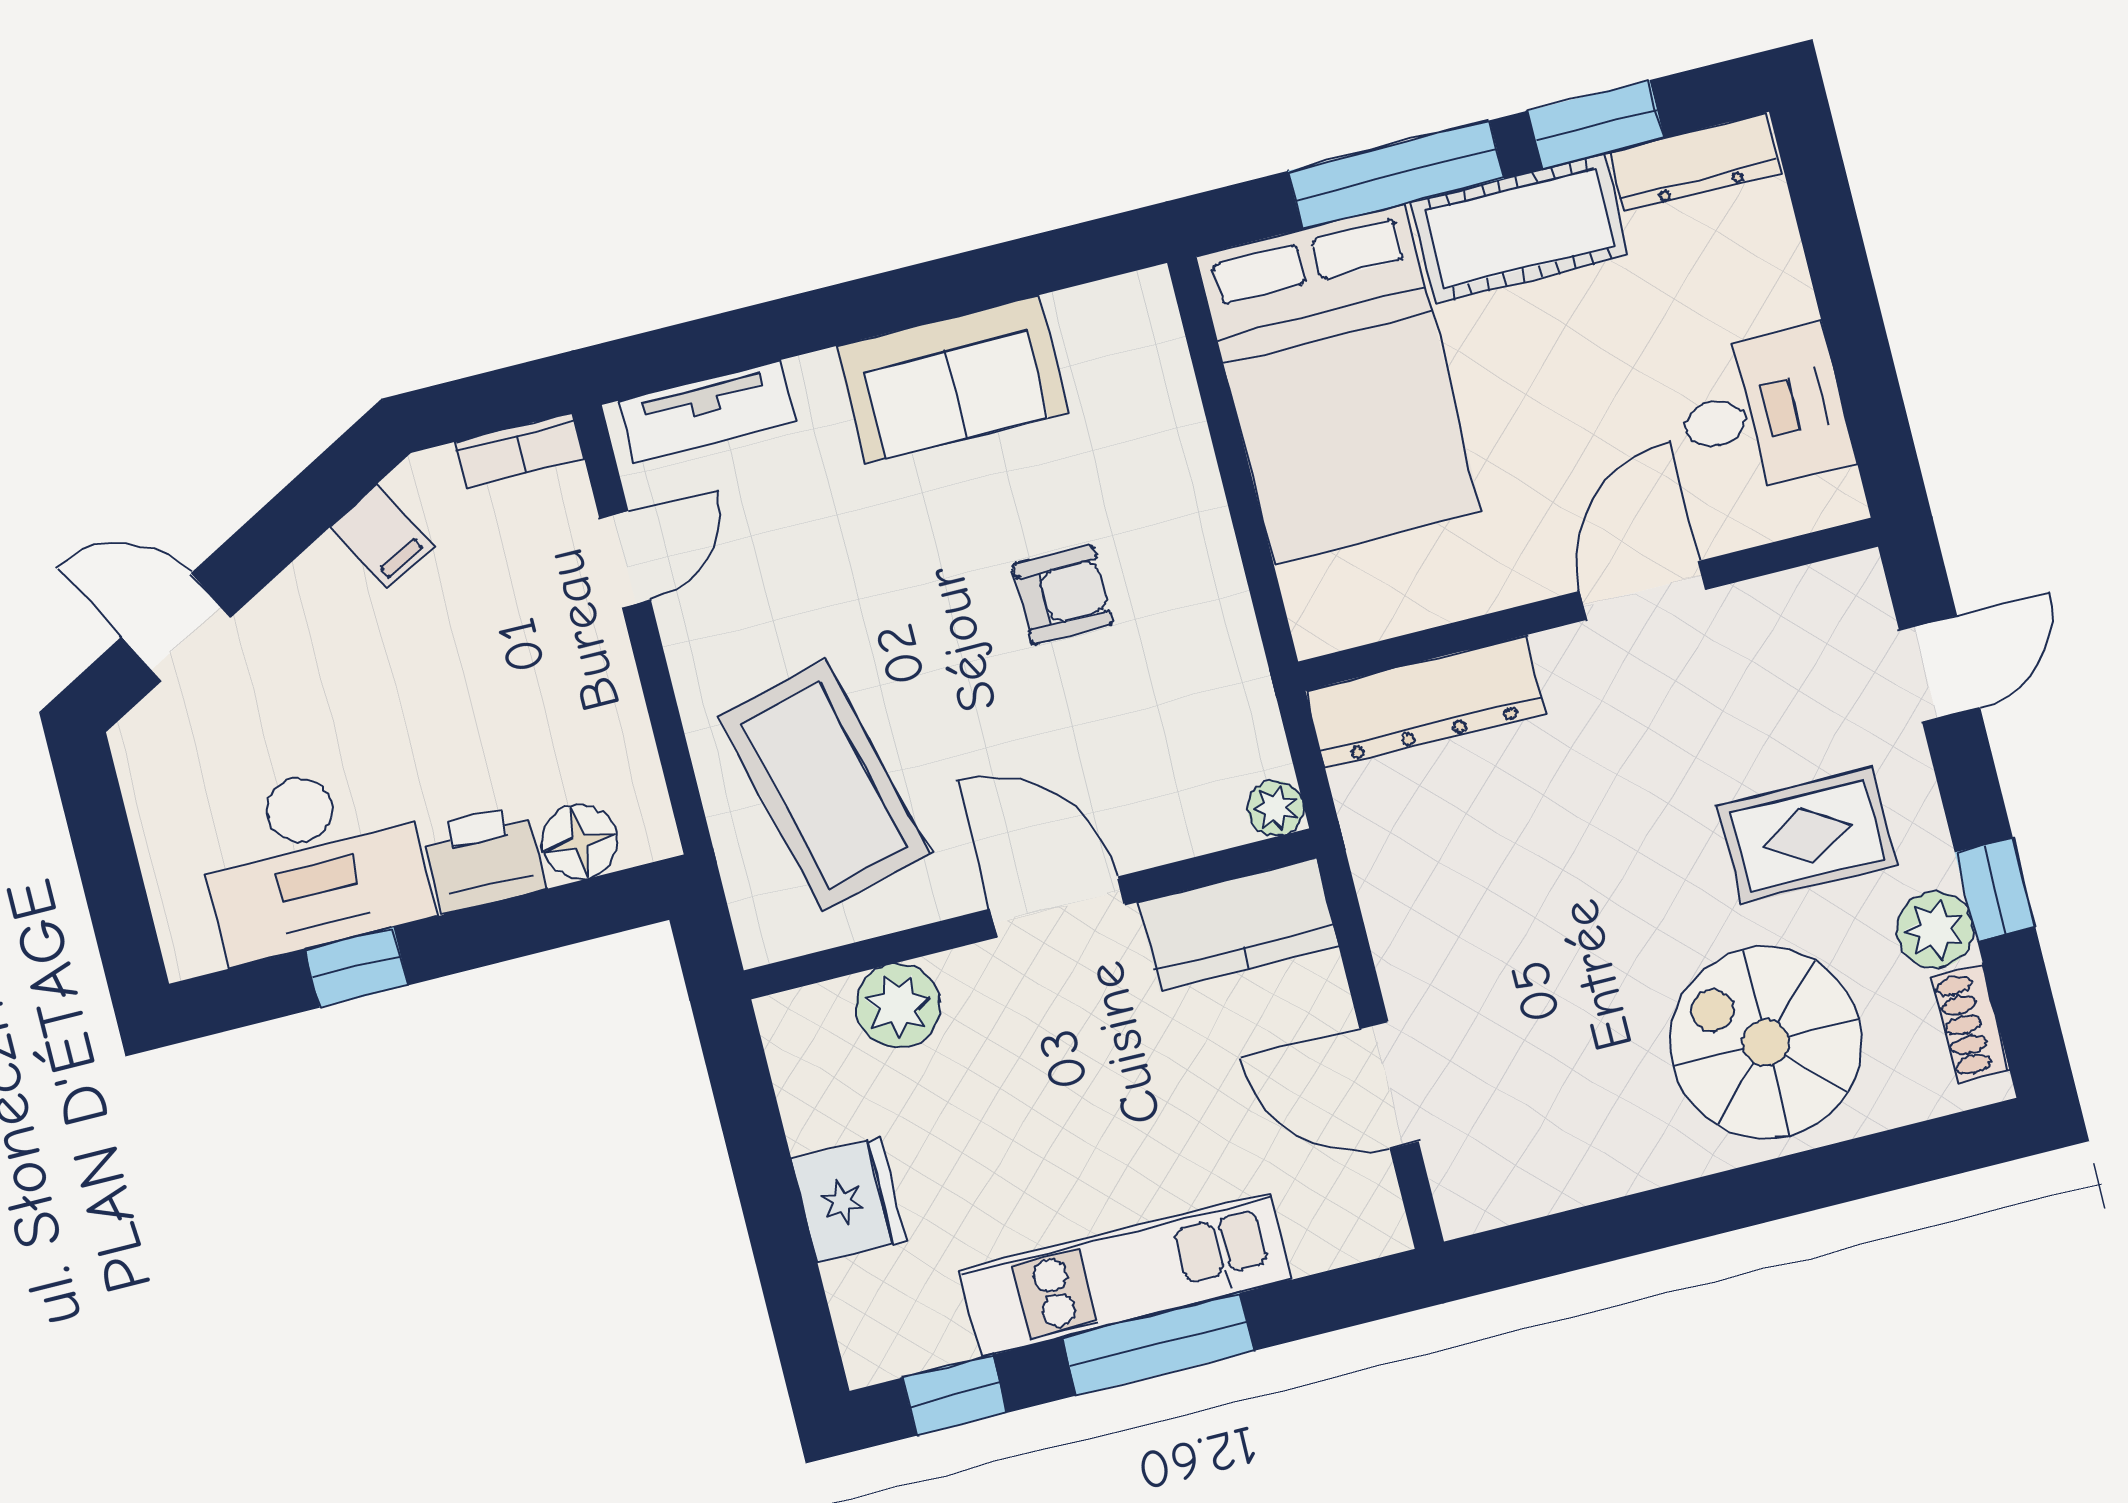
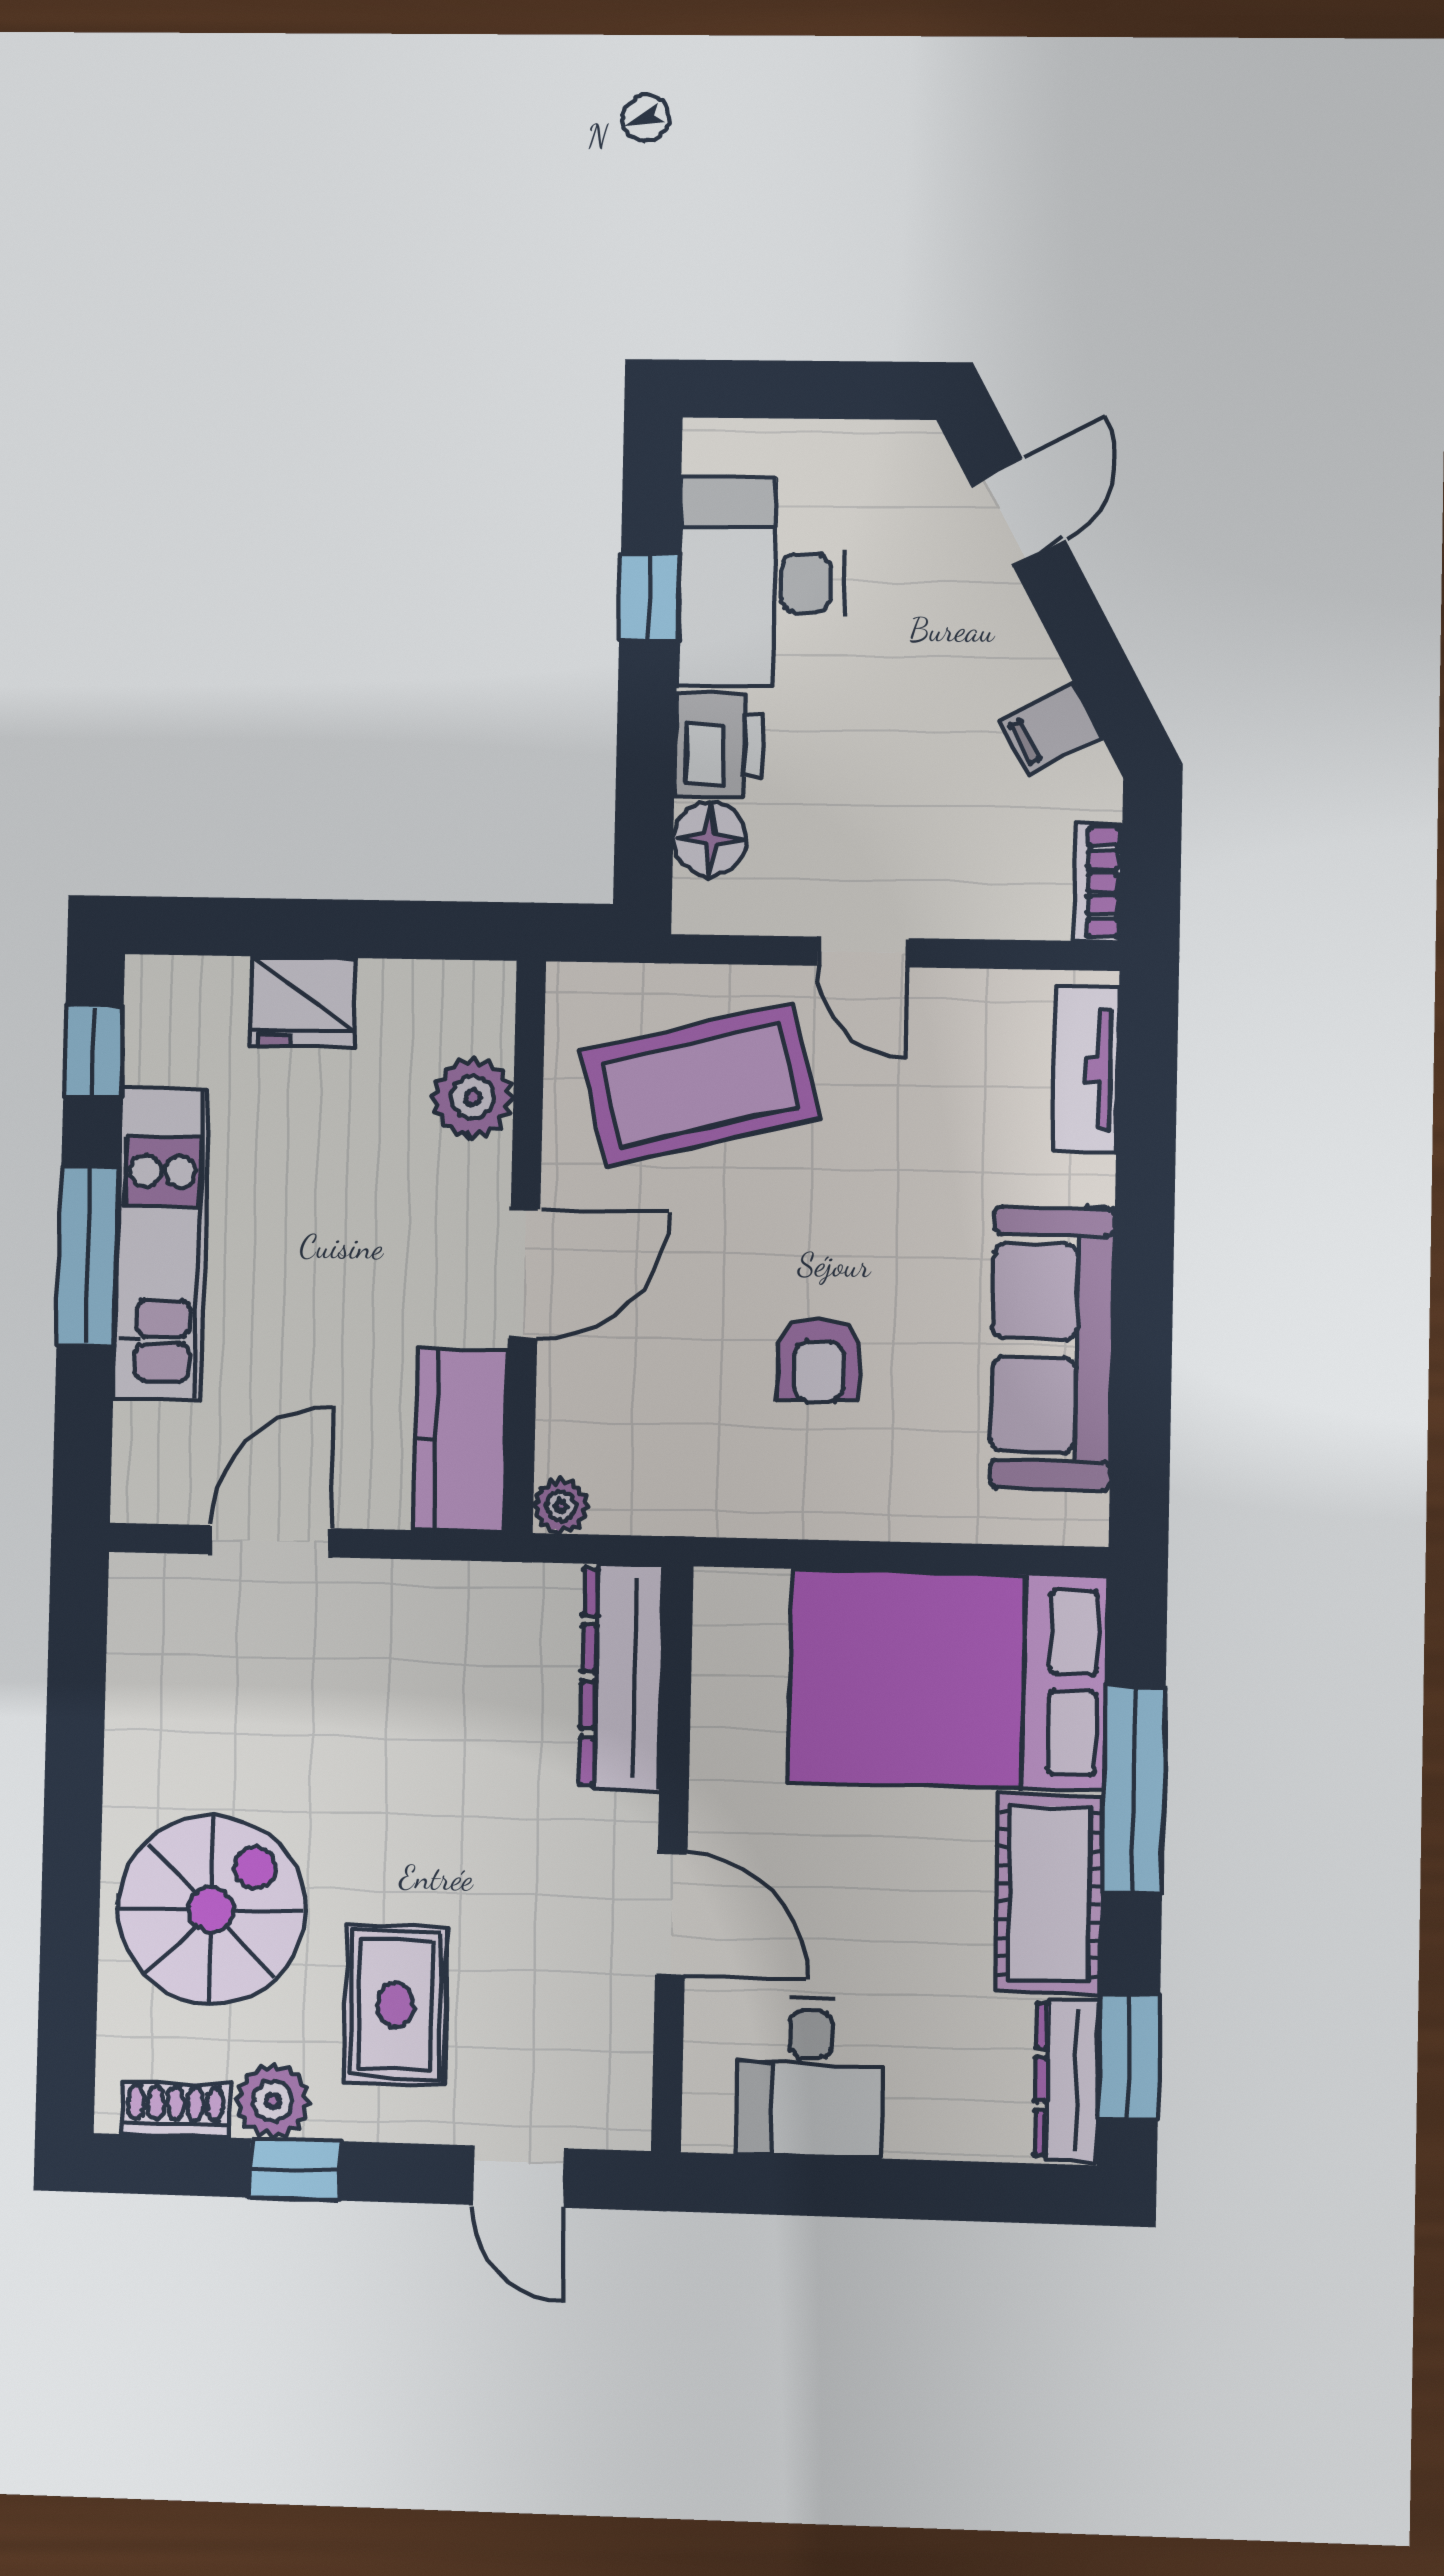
window: (1596, 124) -> (1129, 2057), moved
sofa: (952, 379) -> (1052, 1348), width x1.36
door: (625, 559) -> (863, 952), moved

